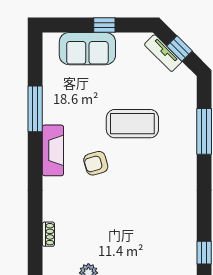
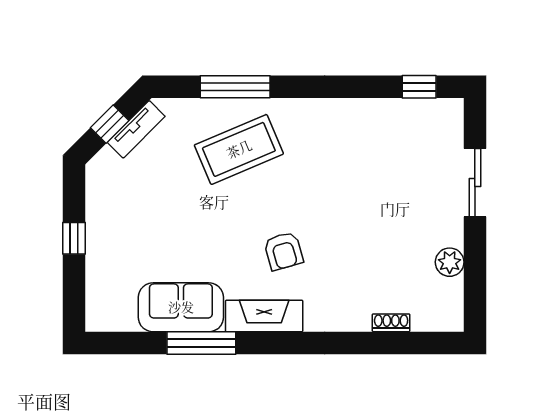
sofa: (87, 49) -> (181, 307), moved, turned -90
tv unit: (163, 53) -> (136, 129), moved
coffee table: (132, 124) -> (239, 149), moved, turned 67

